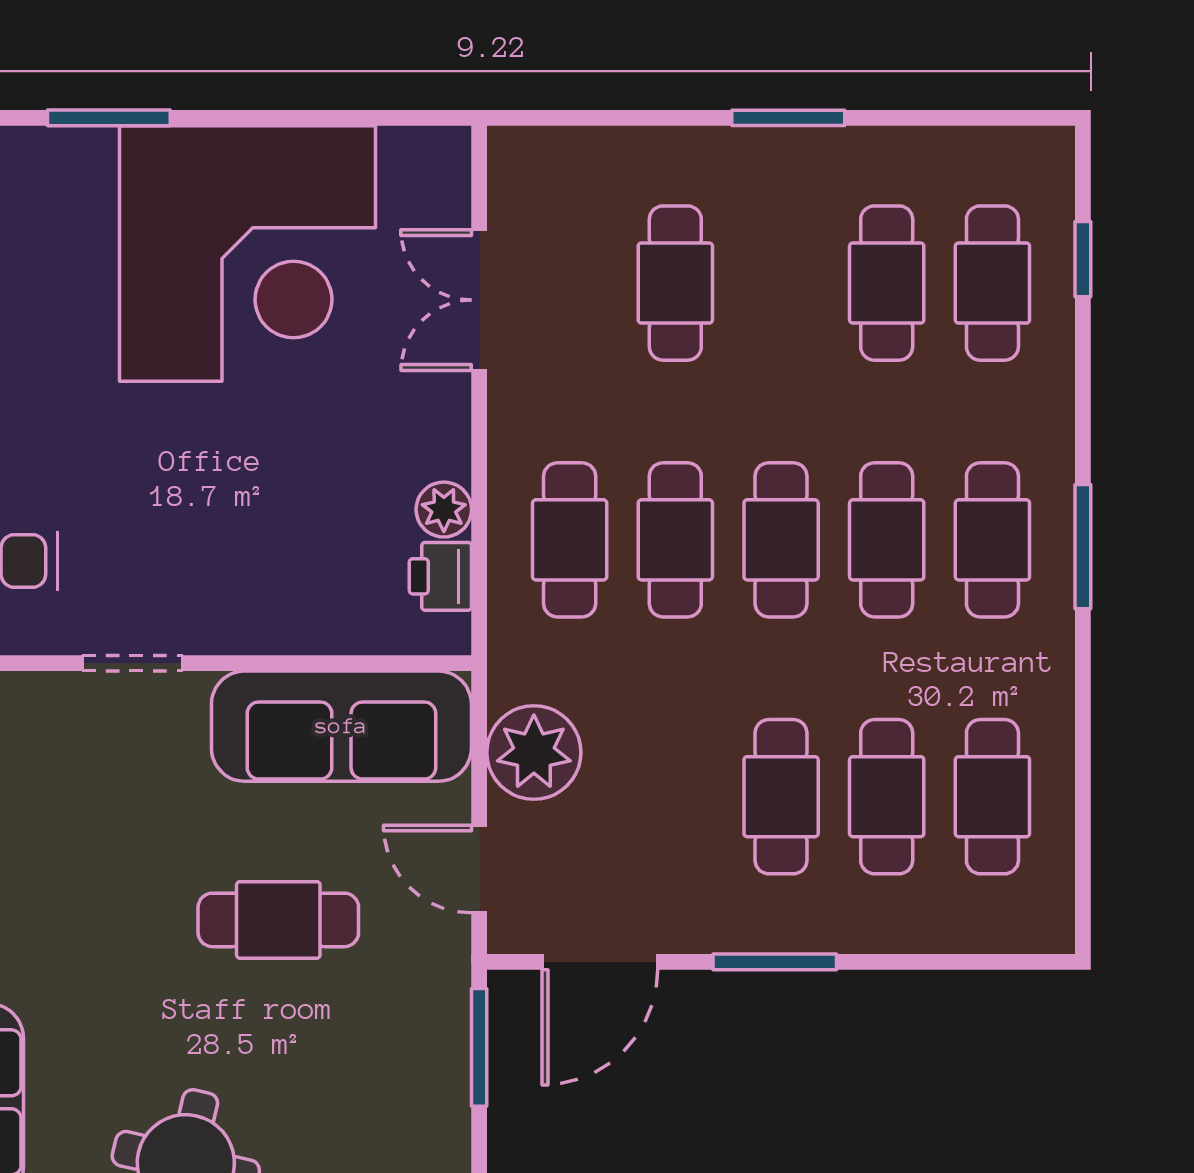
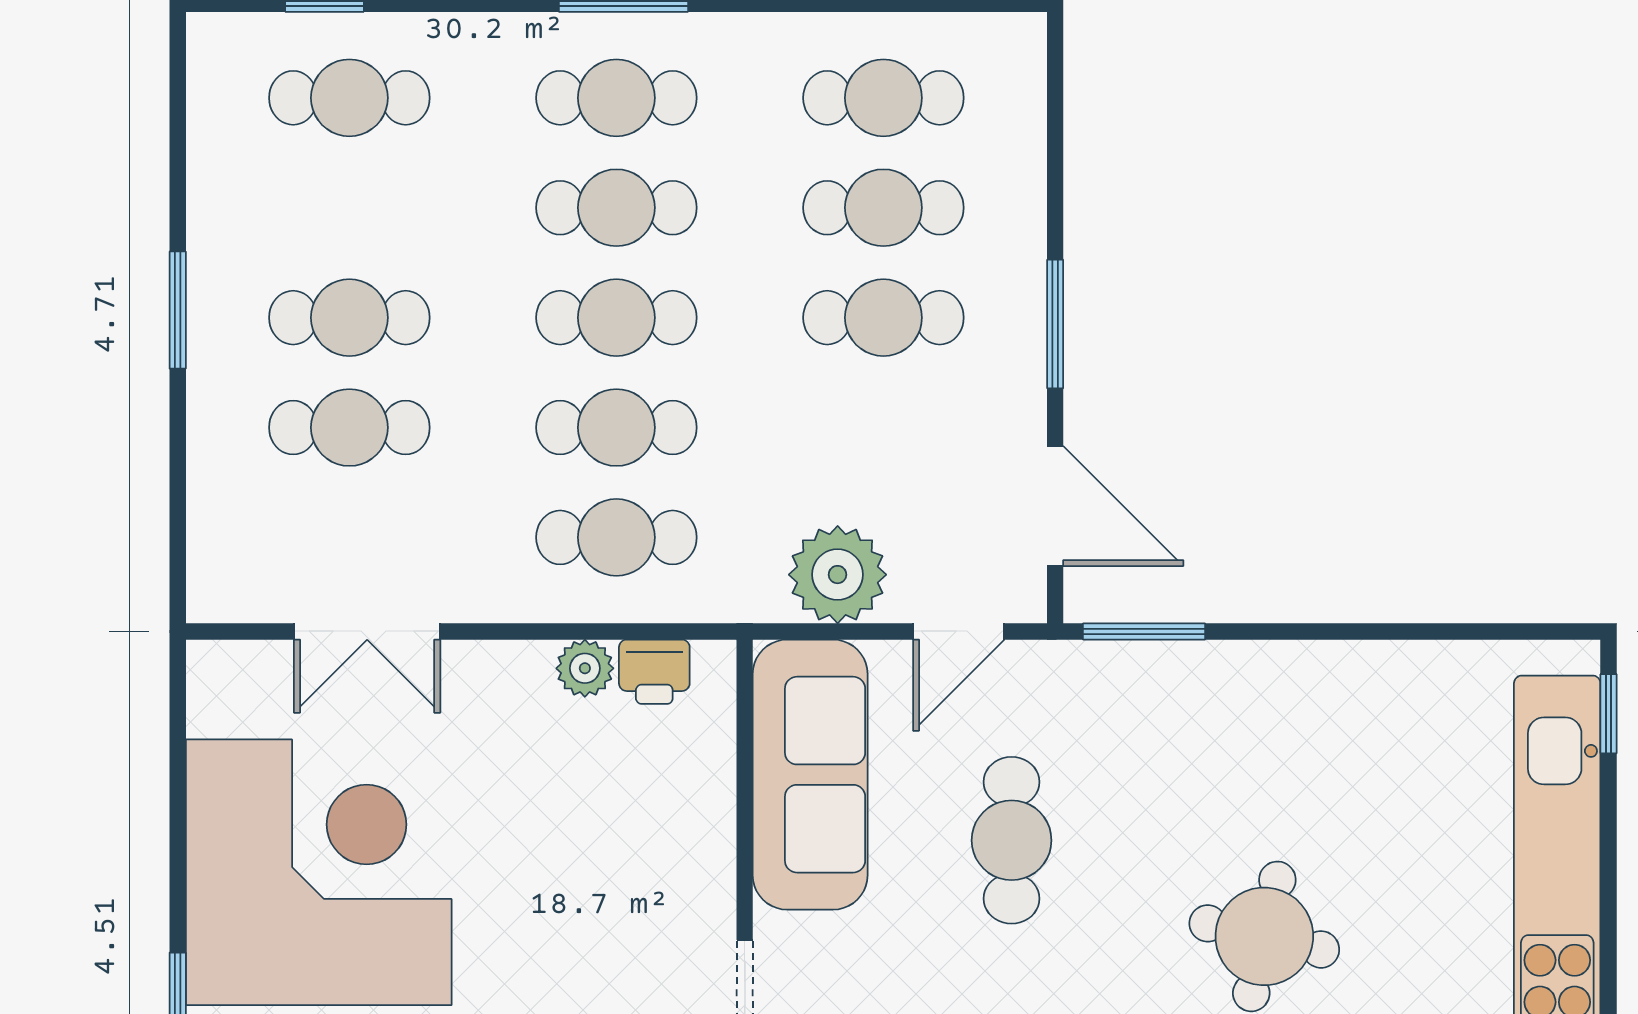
cafe table: (887, 283) -> (349, 318), moved

